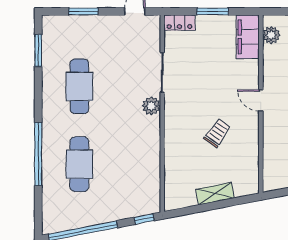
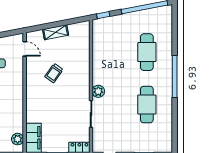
window: (38, 51) -> (175, 129), removed
door: (261, 101) -> (25, 49), moved
window: (38, 154) -> (175, 77), moved

